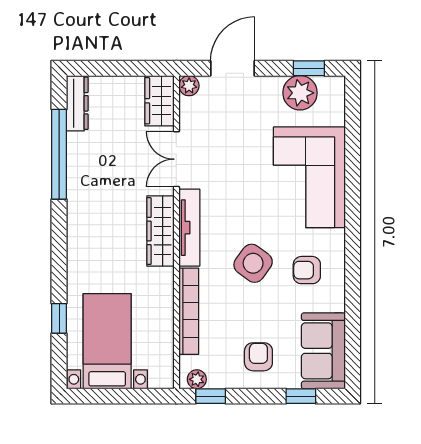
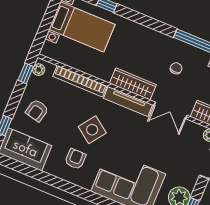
double door: (176, 159) -> (170, 110), swing flipped
chair: (111, 177) -> (176, 68), added
armchair: (258, 357) -> (37, 110), turned 103

